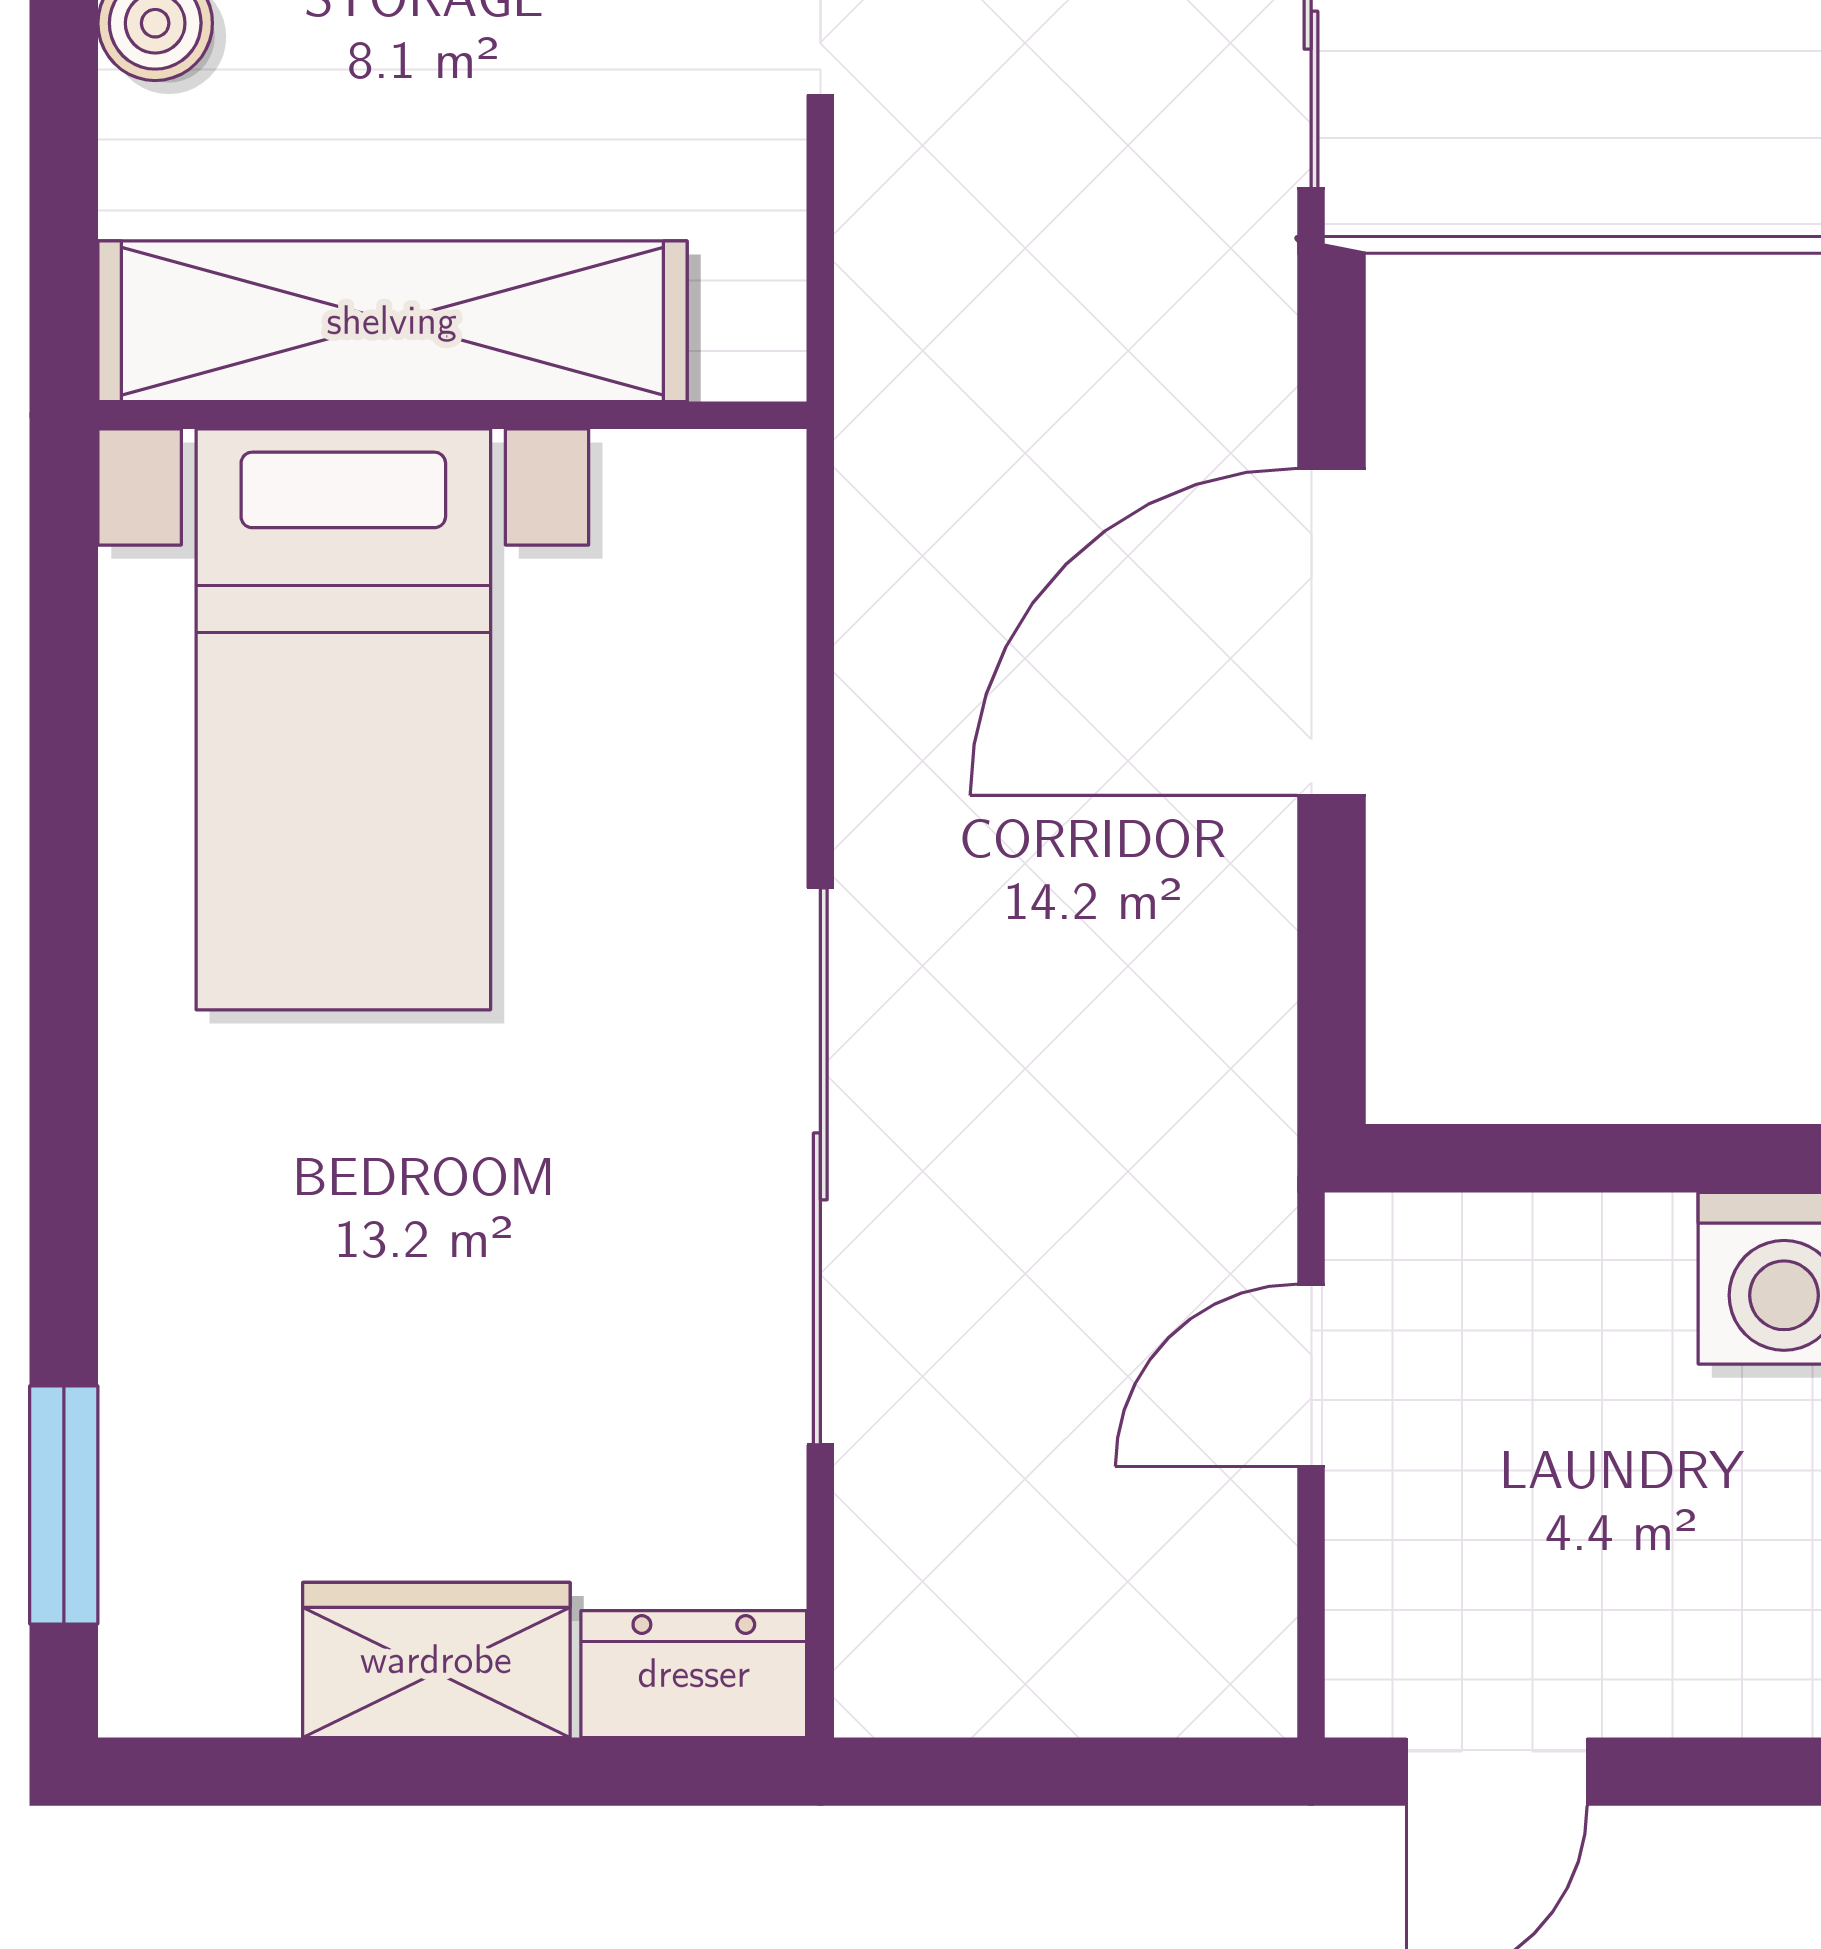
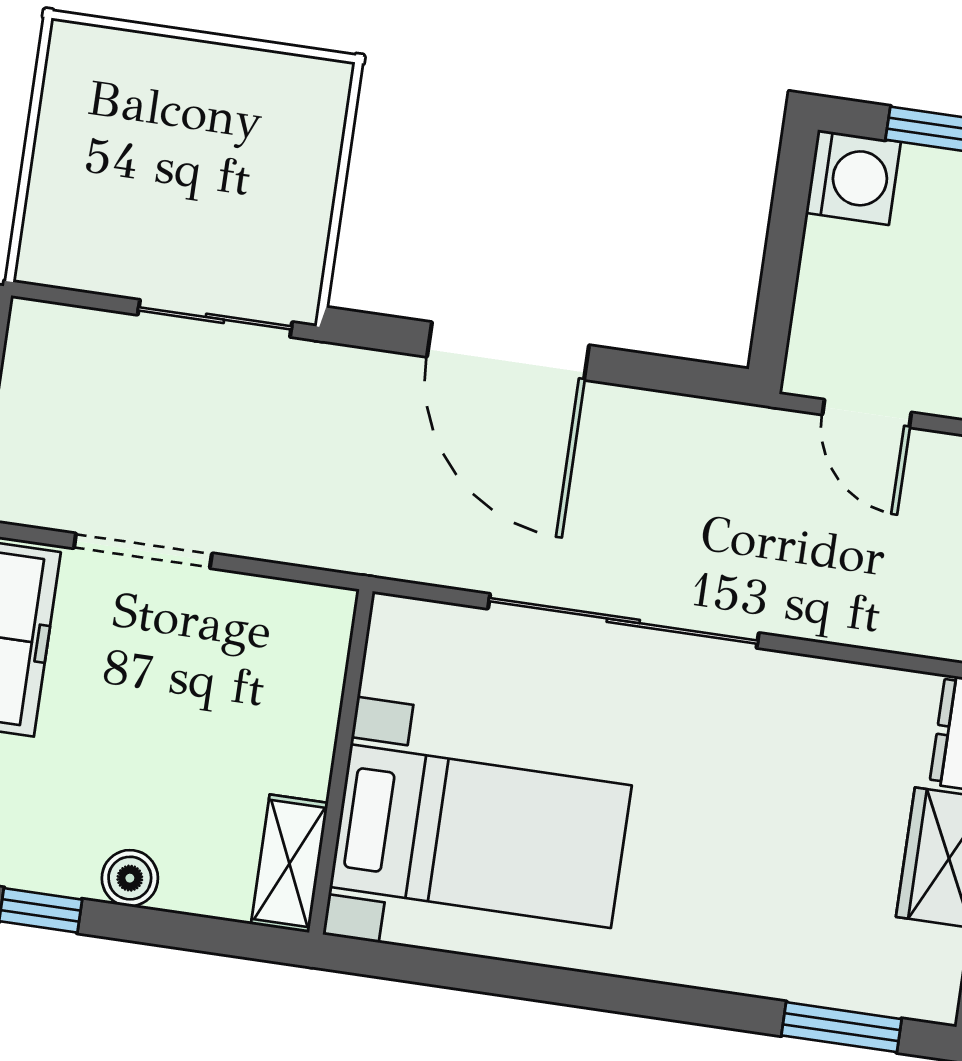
shelving: (392, 321) -> (289, 863), width x0.45, depth x0.75
sliding door: (820, 1166) -> (623, 621), moved

